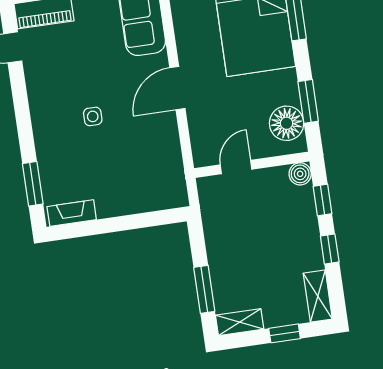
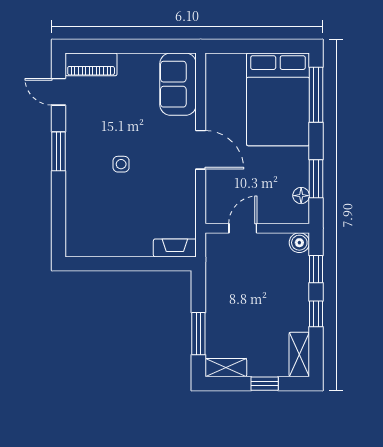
door: (177, 88) -> (201, 150), swing flipped
floor lamp: (287, 123) -> (301, 196), width x0.53, depth x0.53
window: (33, 184) -> (59, 151), moved
fireplace: (72, 213) -> (175, 248), moved

